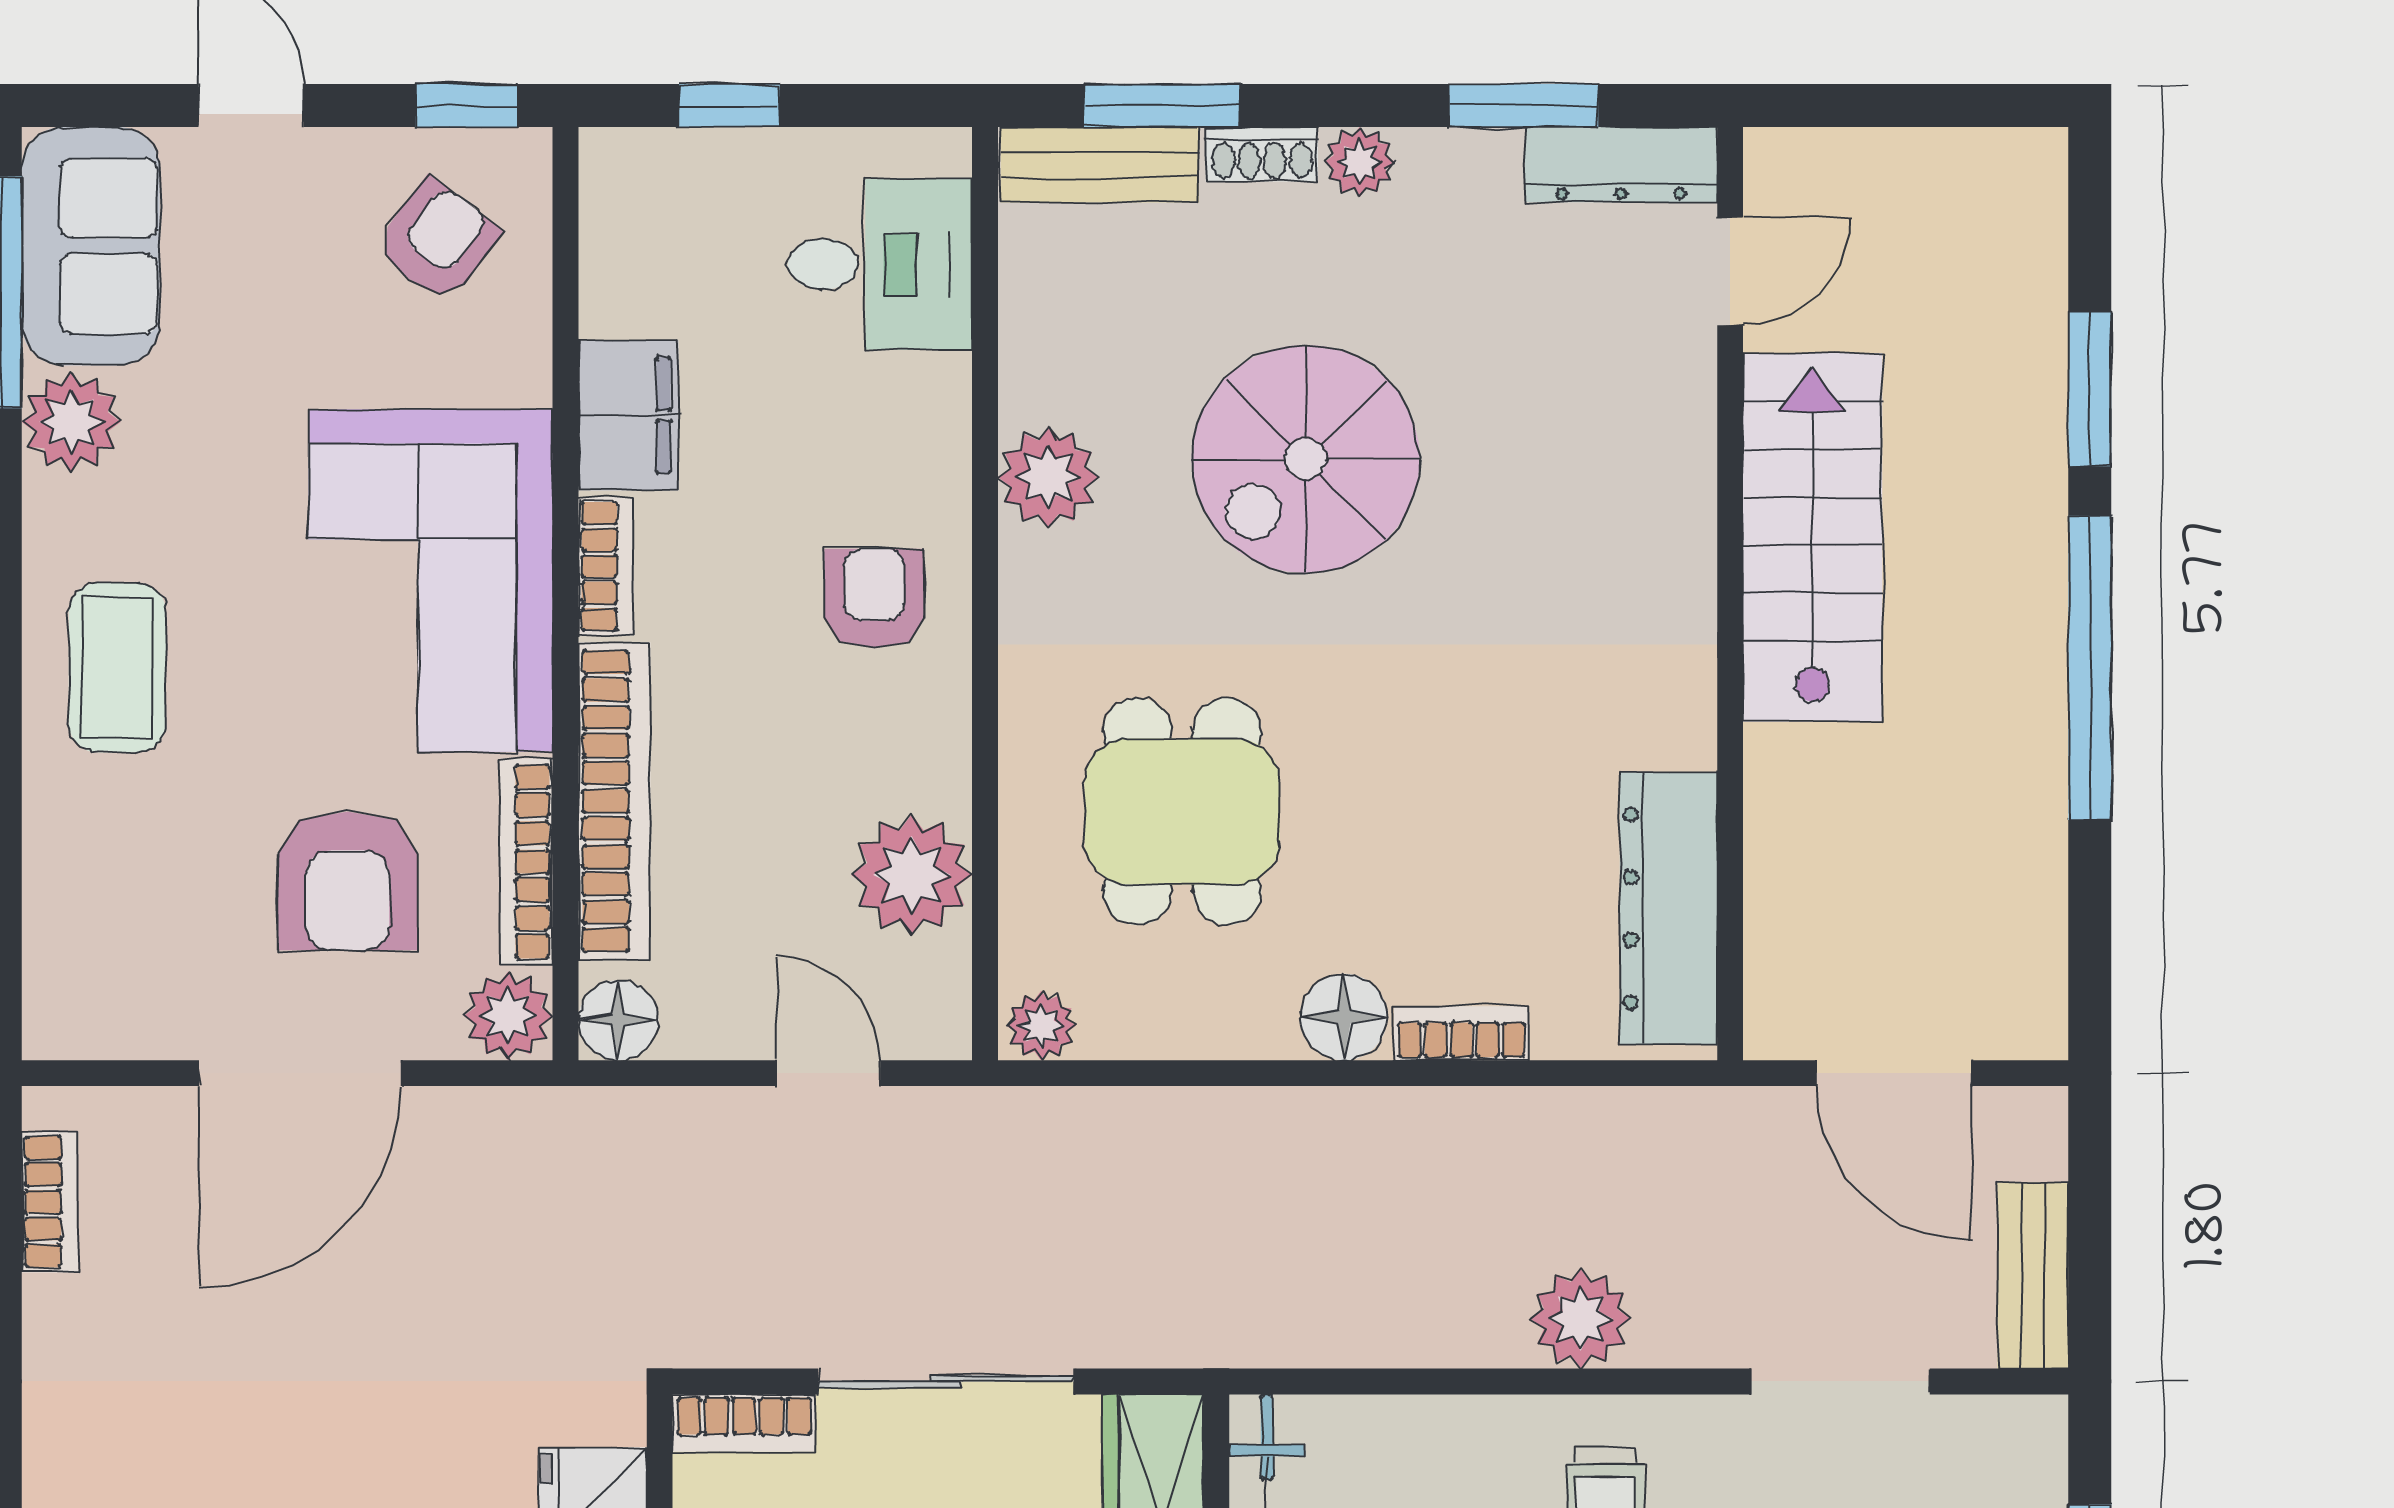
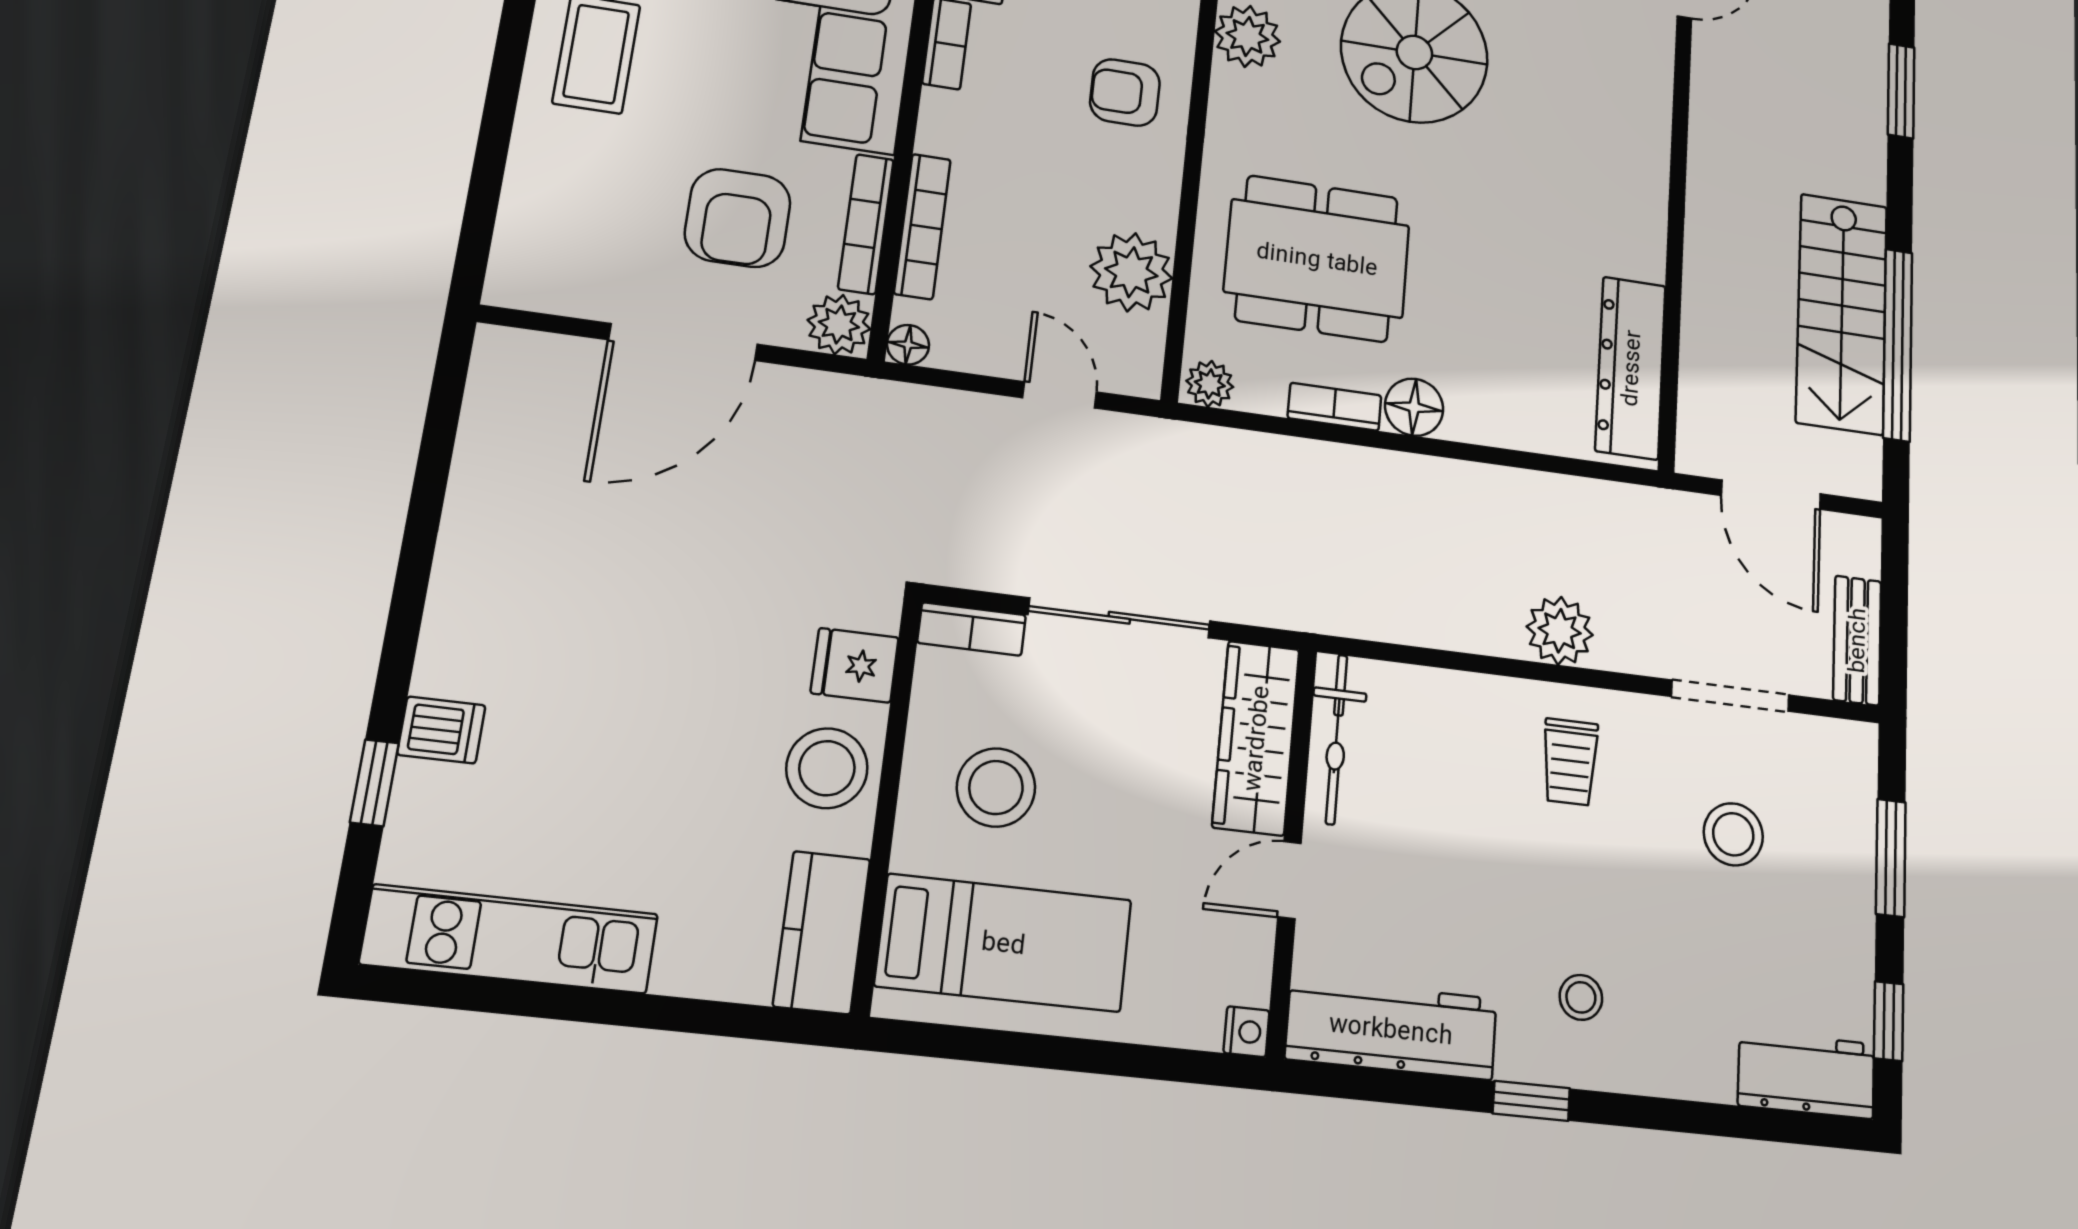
stairs: (1812, 537) -> (1842, 313), moved, turned 180
armchair: (874, 598) -> (1125, 92), turned -90
window: (2090, 668) -> (1898, 344), moved
bookcase: (614, 801) -> (922, 226), width x0.68, depth x0.76
dining table: (1182, 811) -> (1317, 259), width x1.38
floor lamp: (618, 1020) -> (908, 345), width x0.73, depth x0.73
bookcase: (1462, 1033) -> (1335, 407), moved
bookcase: (50, 1202) -> (483, 406), removed

